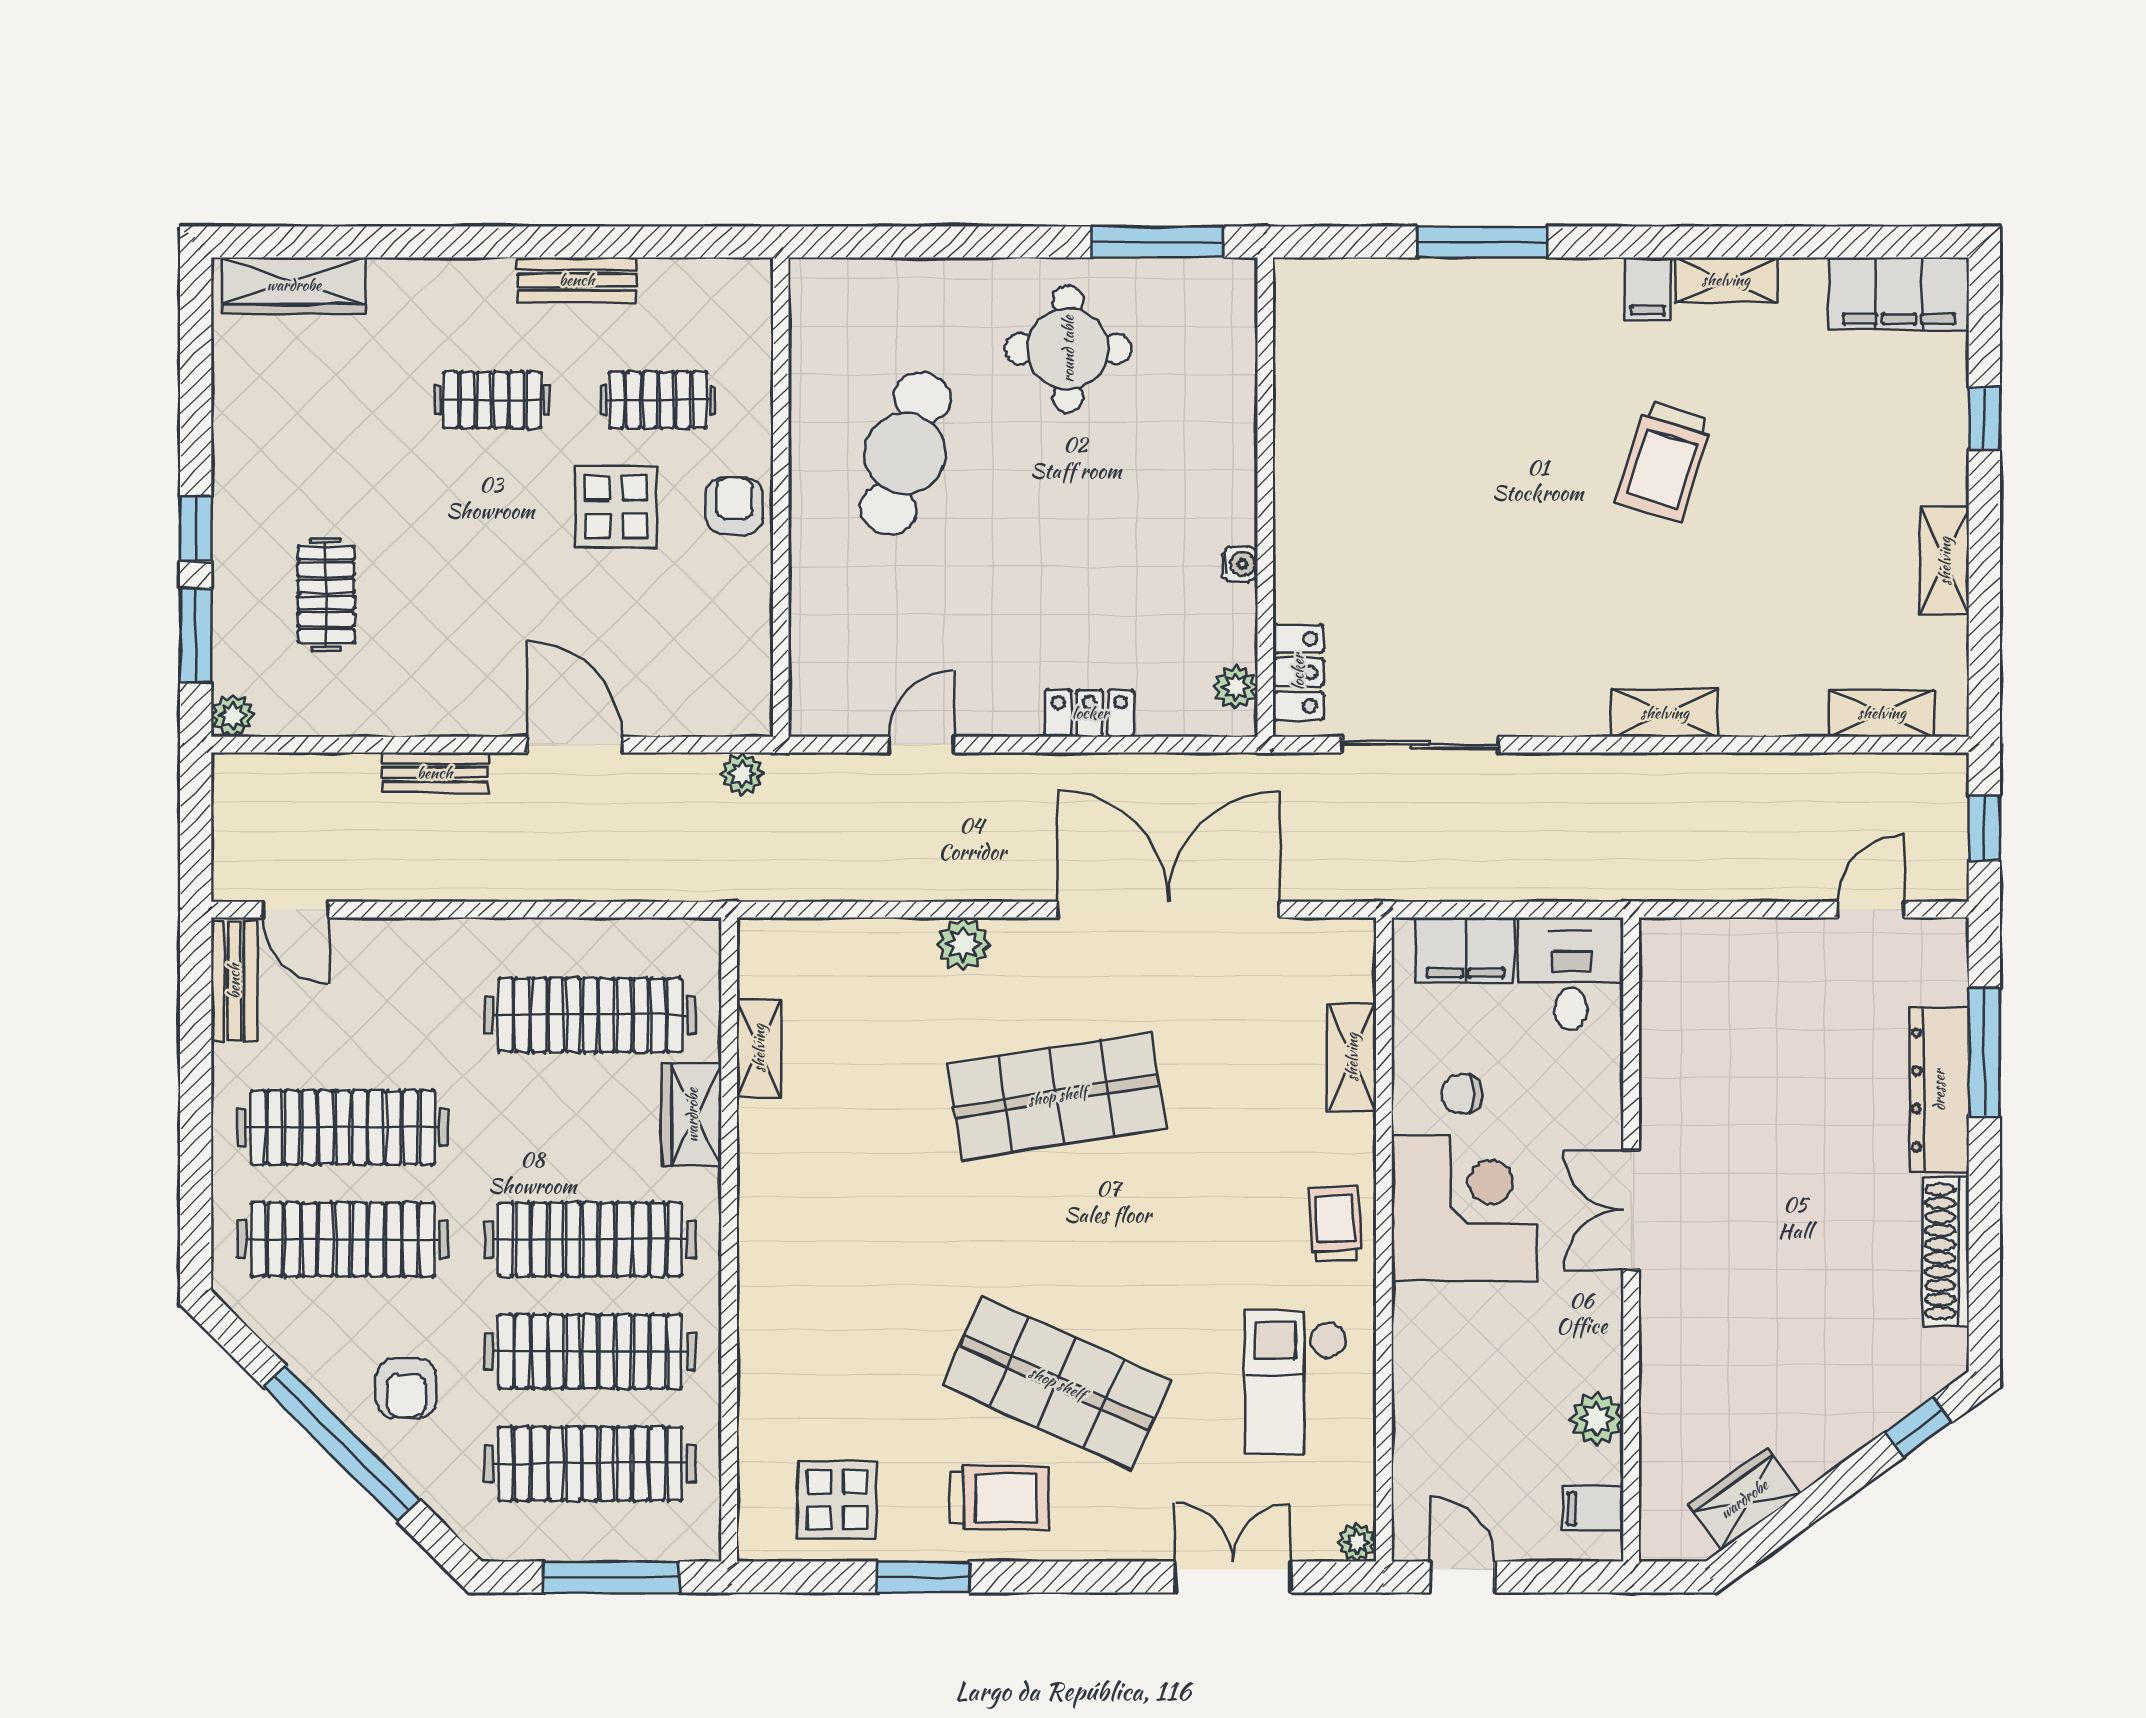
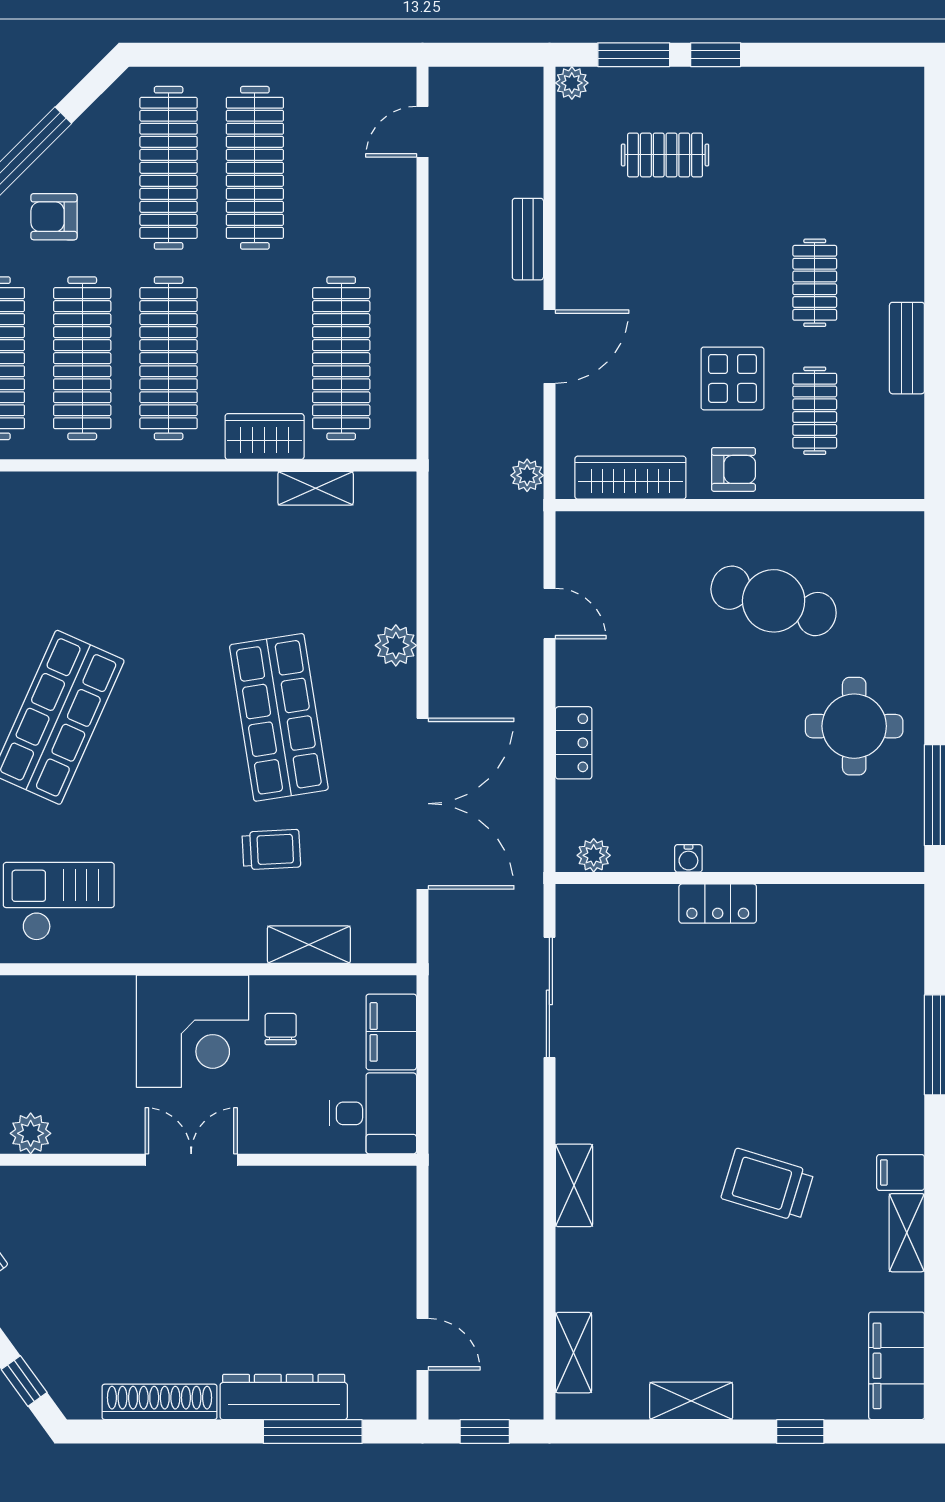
wardrobe: (294, 285) -> (630, 478), moved, turned 90
locker: (1298, 672) -> (718, 904), moved
bench: (234, 981) -> (368, 84), removed
trolley: (1335, 1224) -> (271, 850), moved

